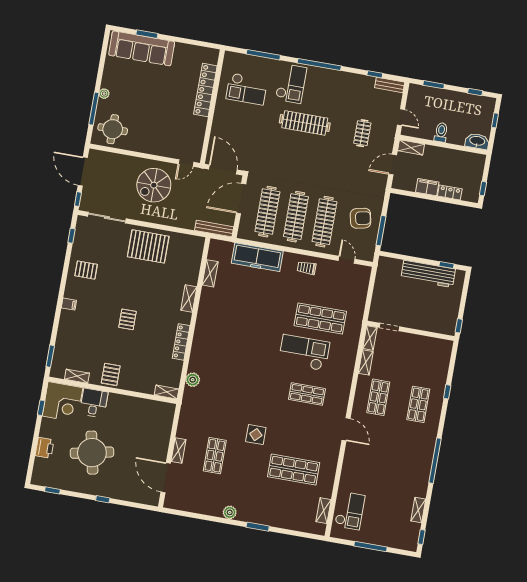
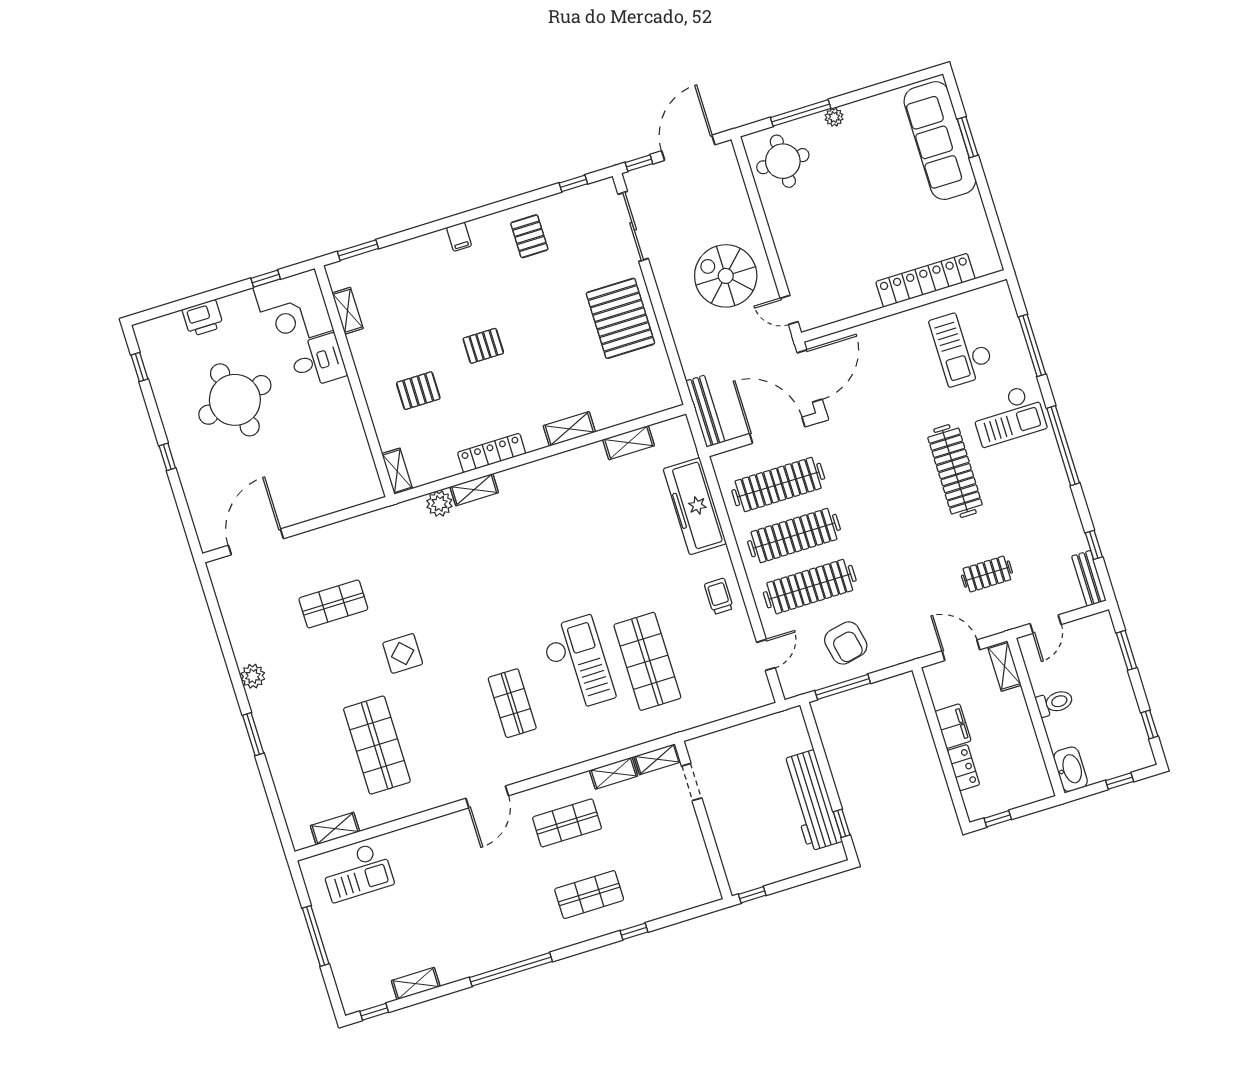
pallet: (111, 374) -> (418, 391), moved
shelving: (179, 451) -> (474, 490), moved

